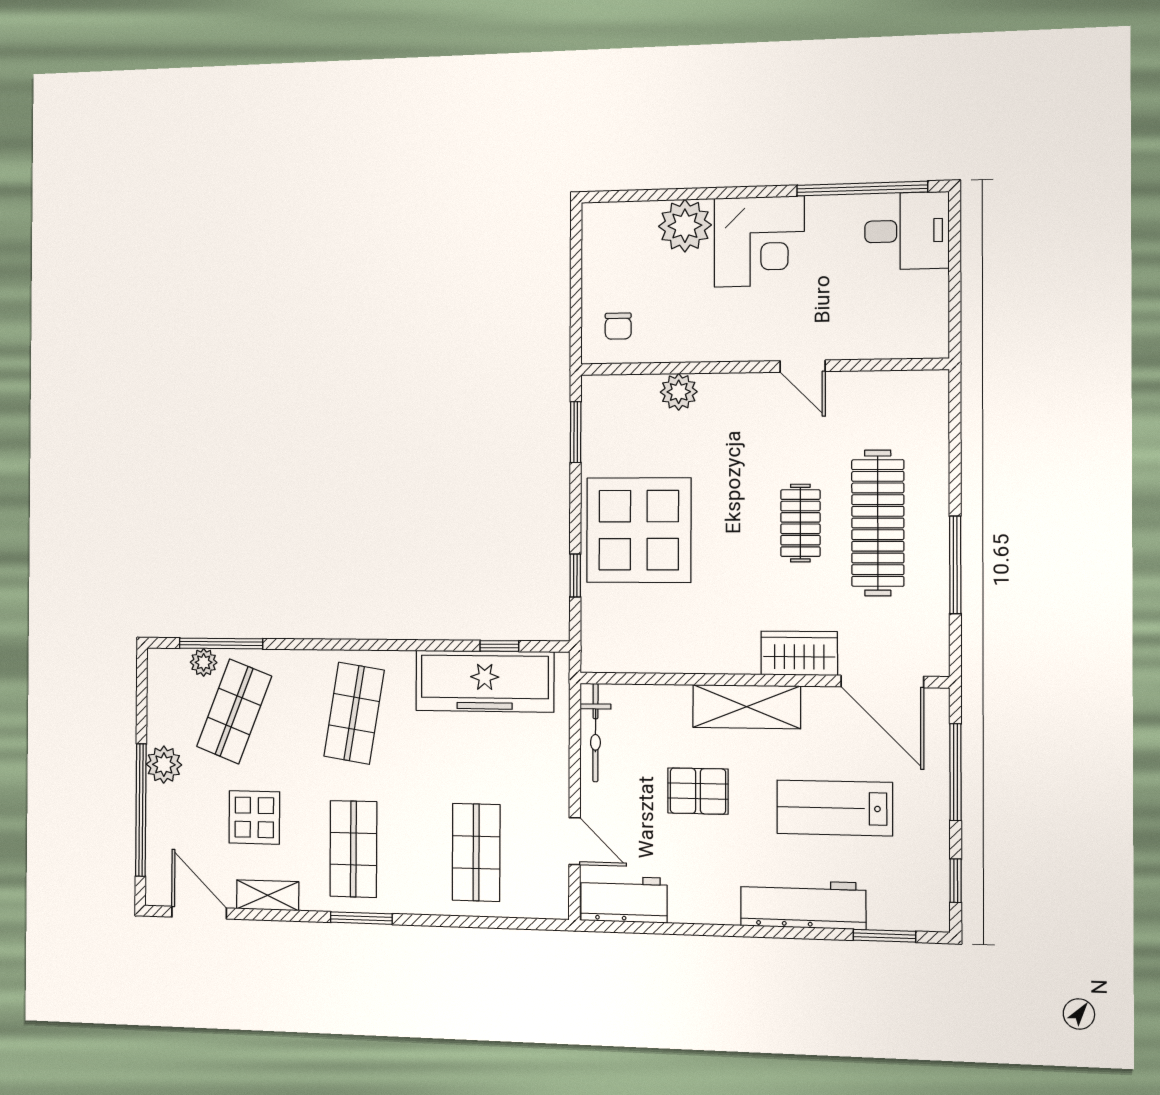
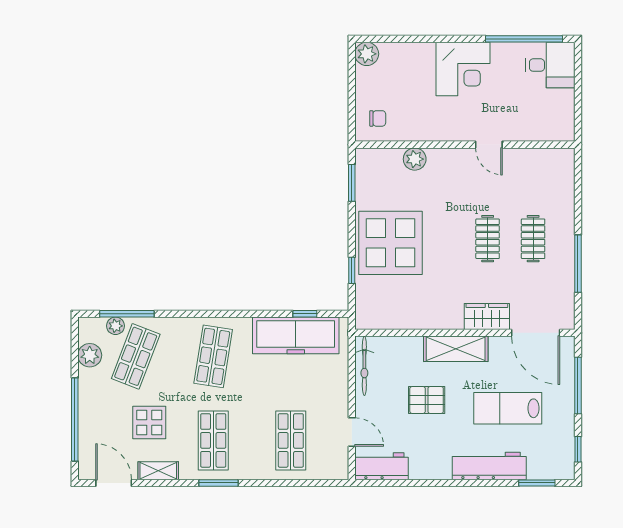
plant: (685, 226) -> (367, 54), moved, width x0.73, depth x0.73
chair: (618, 326) -> (378, 118), turned -90
clothes rail: (878, 523) -> (533, 239), width x0.54, depth x0.76
plant: (164, 765) -> (90, 355), moved

